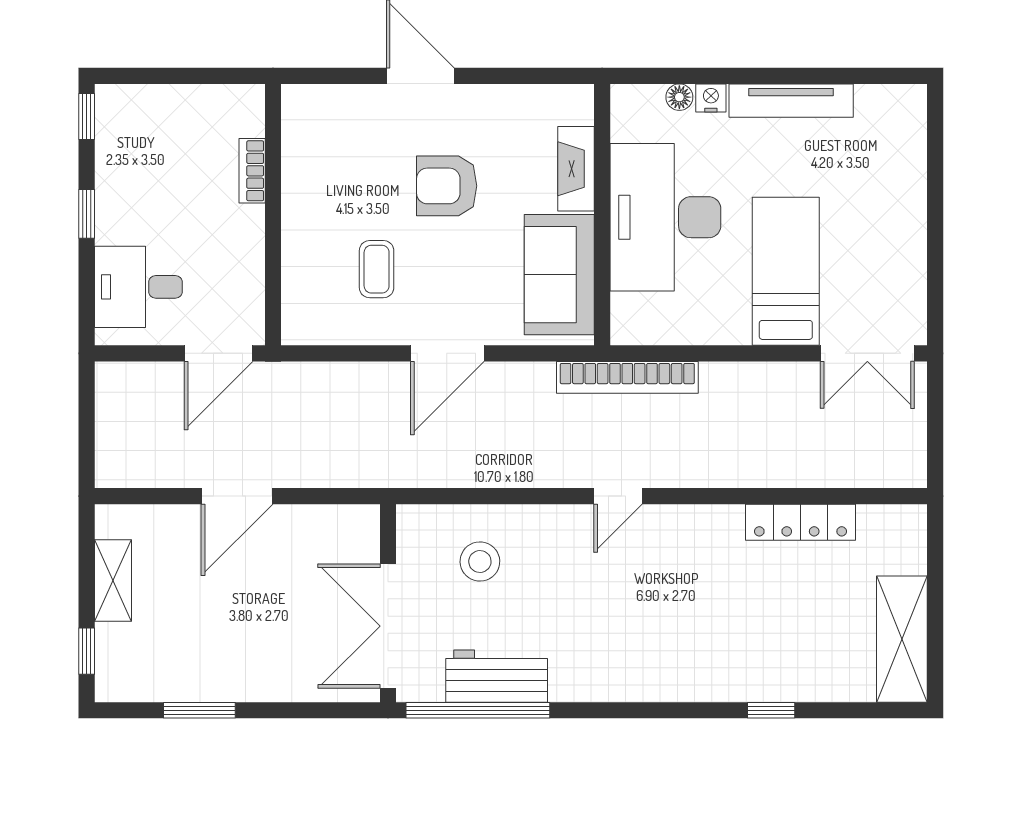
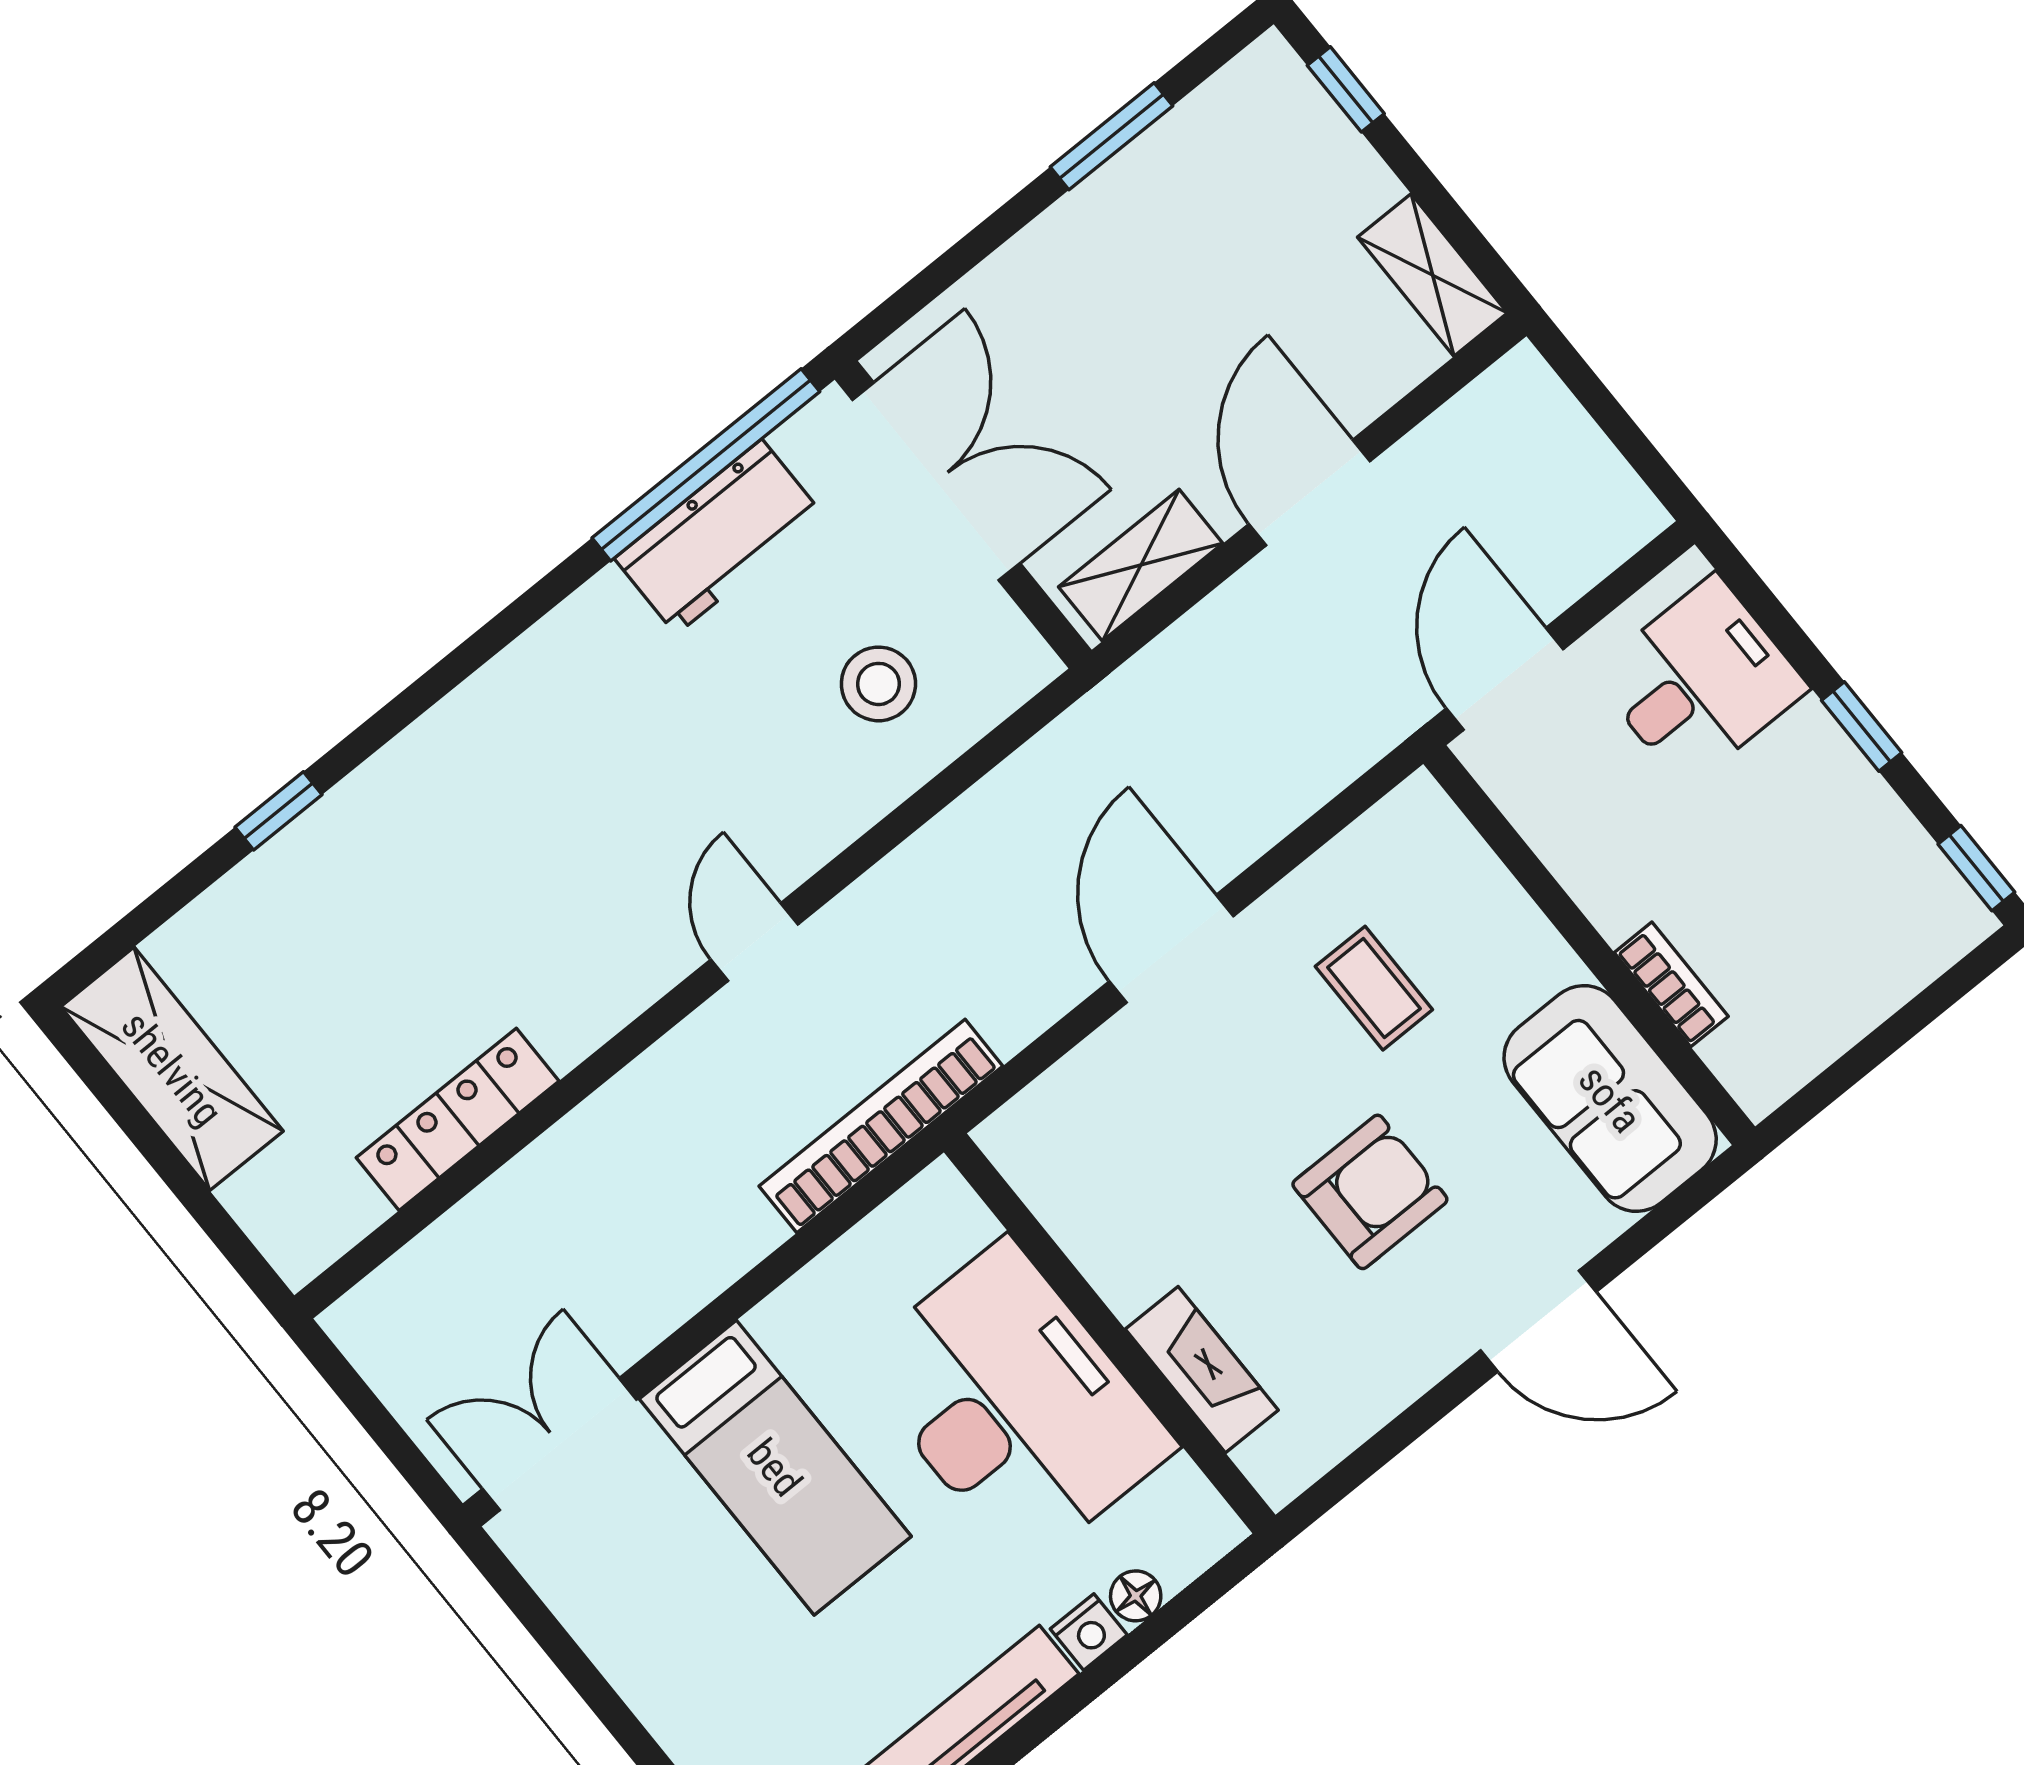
sofa: (559, 275) -> (1610, 1099), moved, turned 180
shelving: (331, 523) -> (1141, 565), added
shelving: (113, 580) -> (1433, 275), moved

